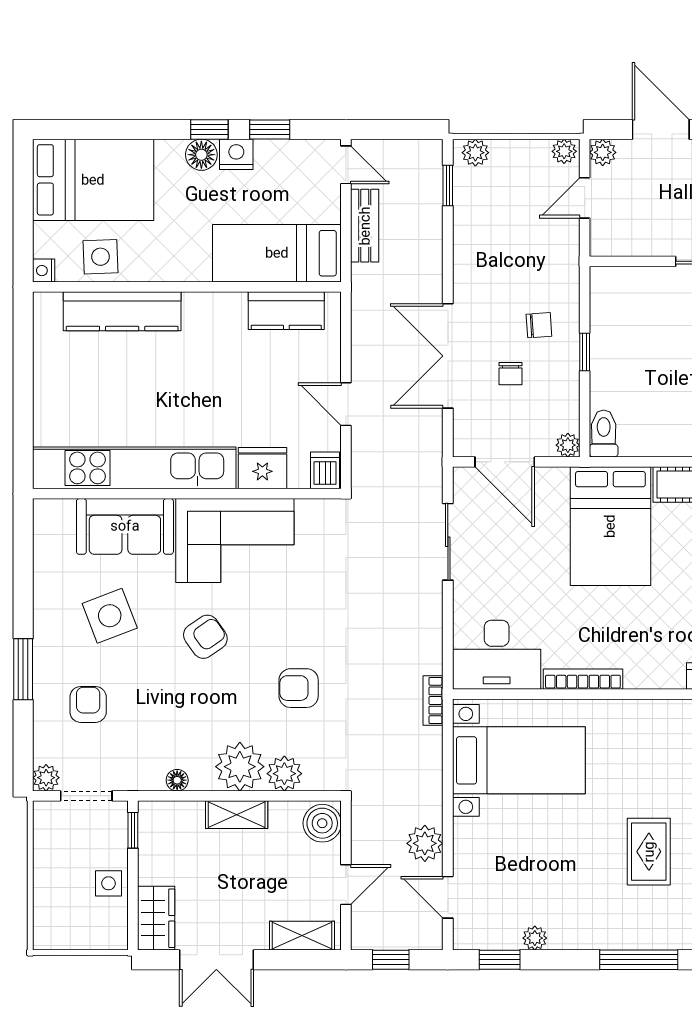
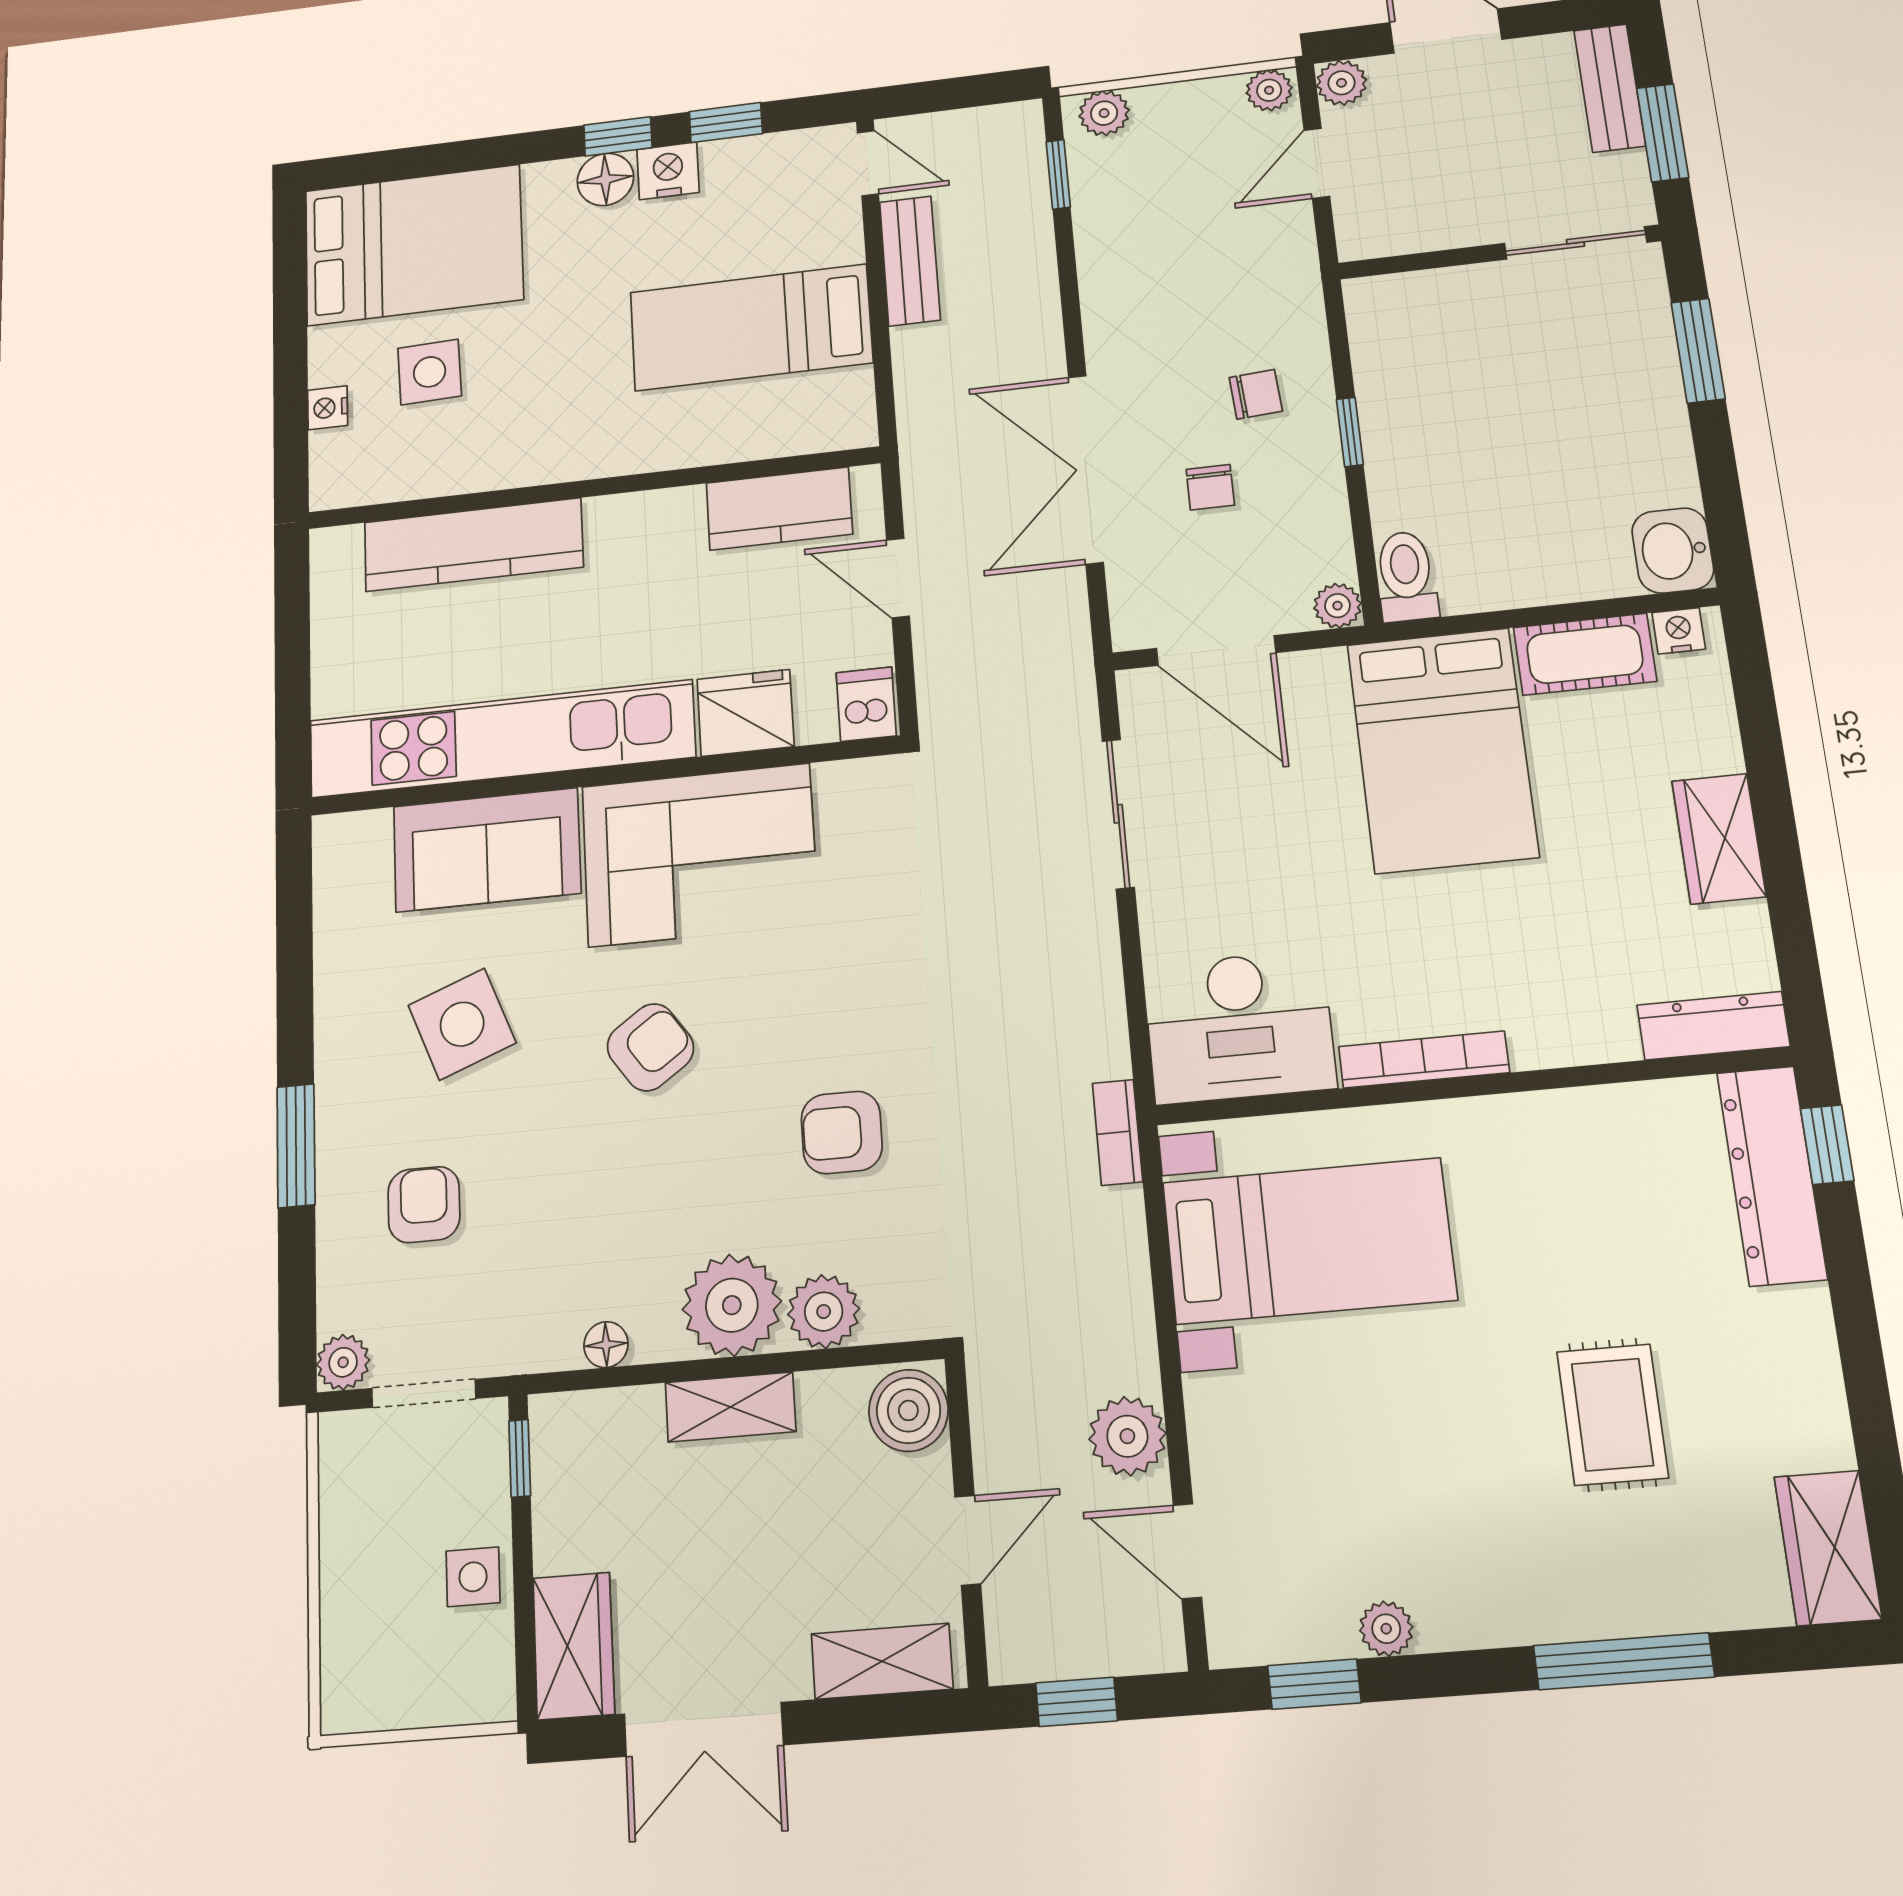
wall: (187, 287) -> (592, 488), moved
kitchen counter: (122, 311) -> (473, 545), moved
kitchen counter: (286, 311) -> (779, 509), moved

